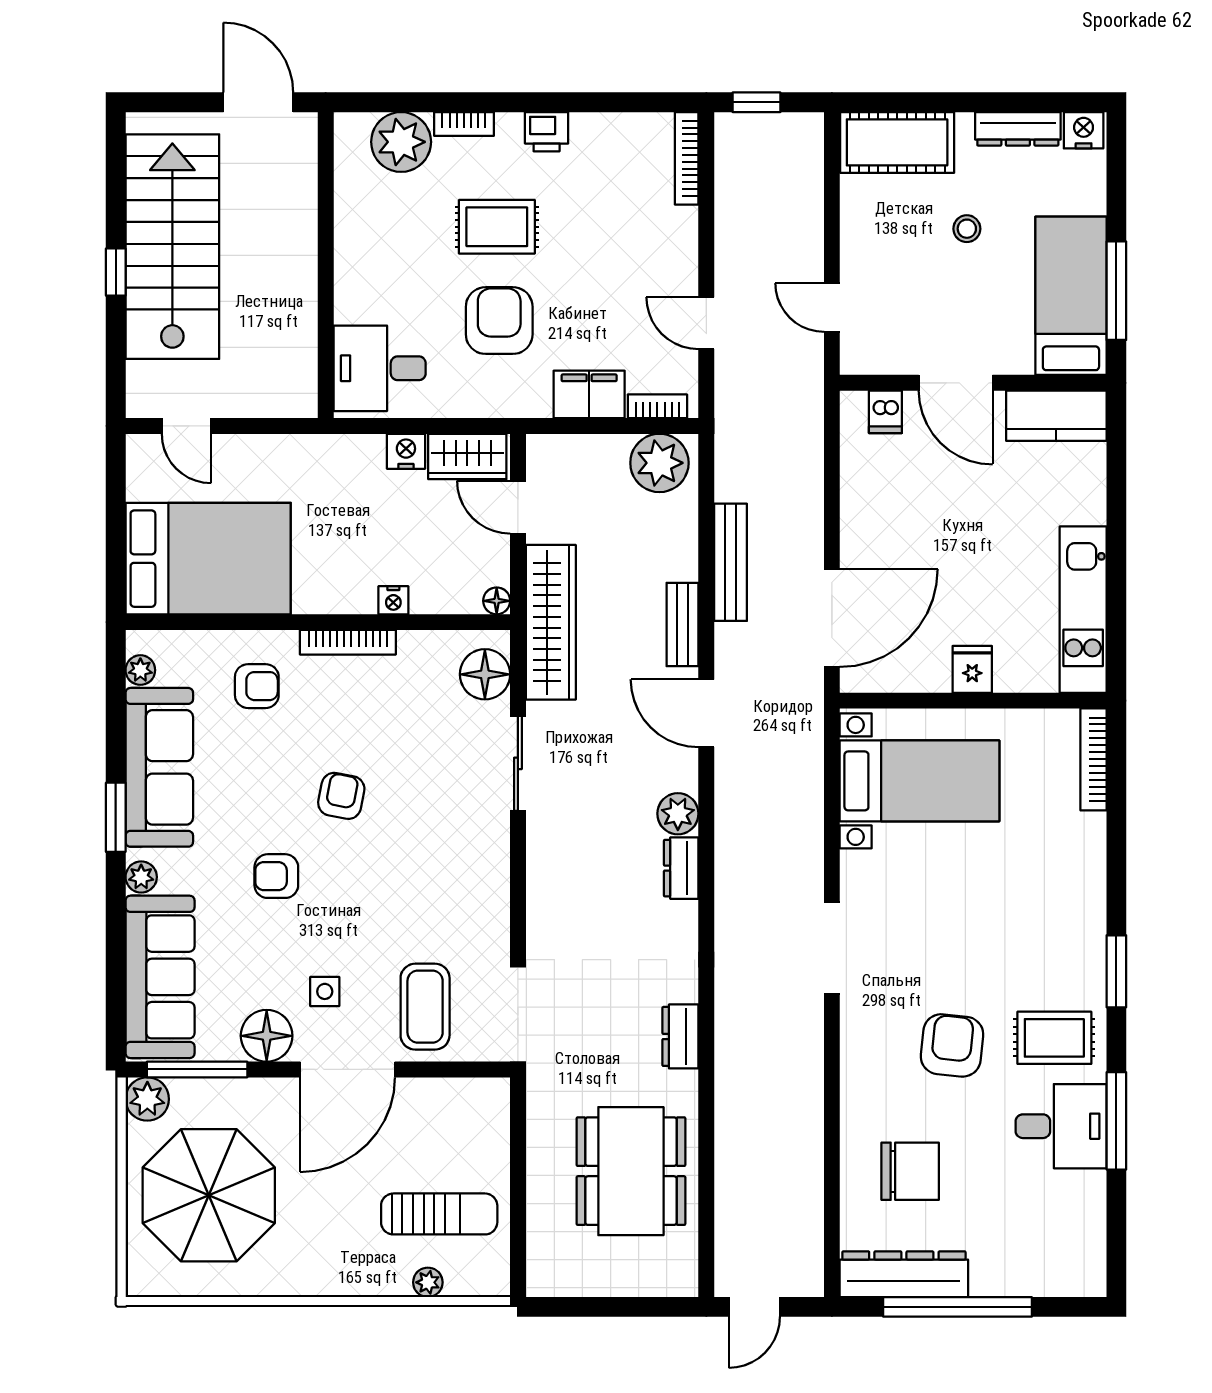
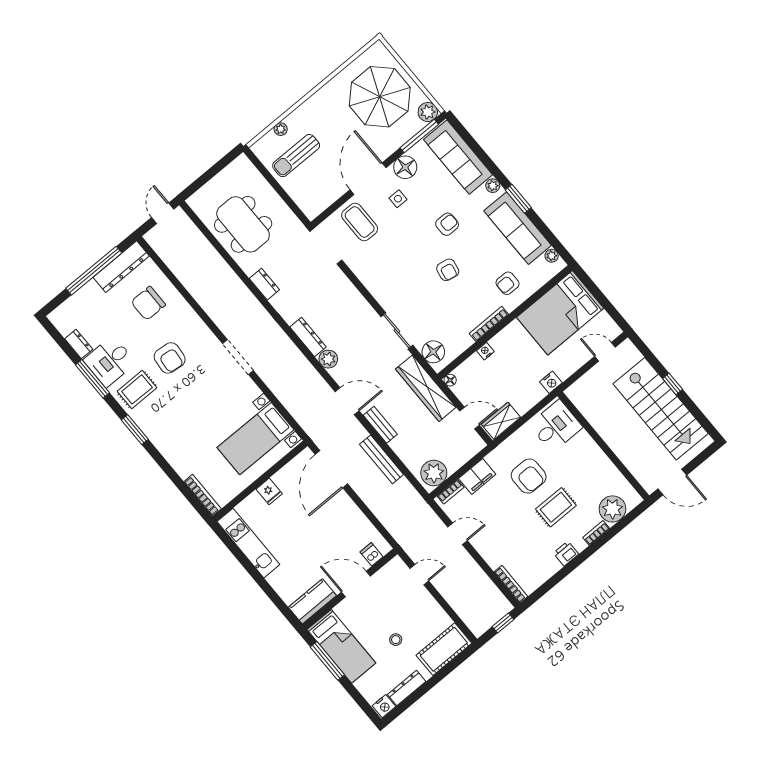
nightstand: (406, 451) -> (551, 382), moved
dresser: (681, 868) -> (308, 337), width x1.44
dresser: (1090, 1201) -> (79, 344), added

